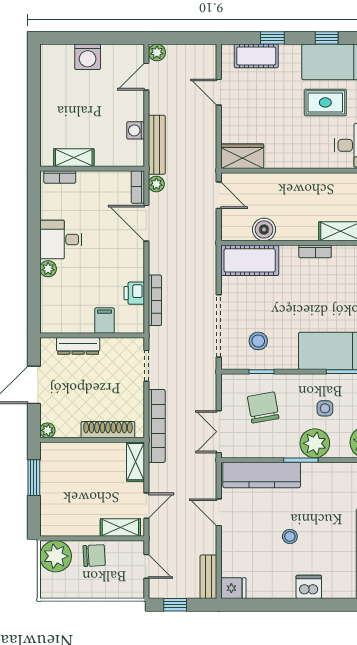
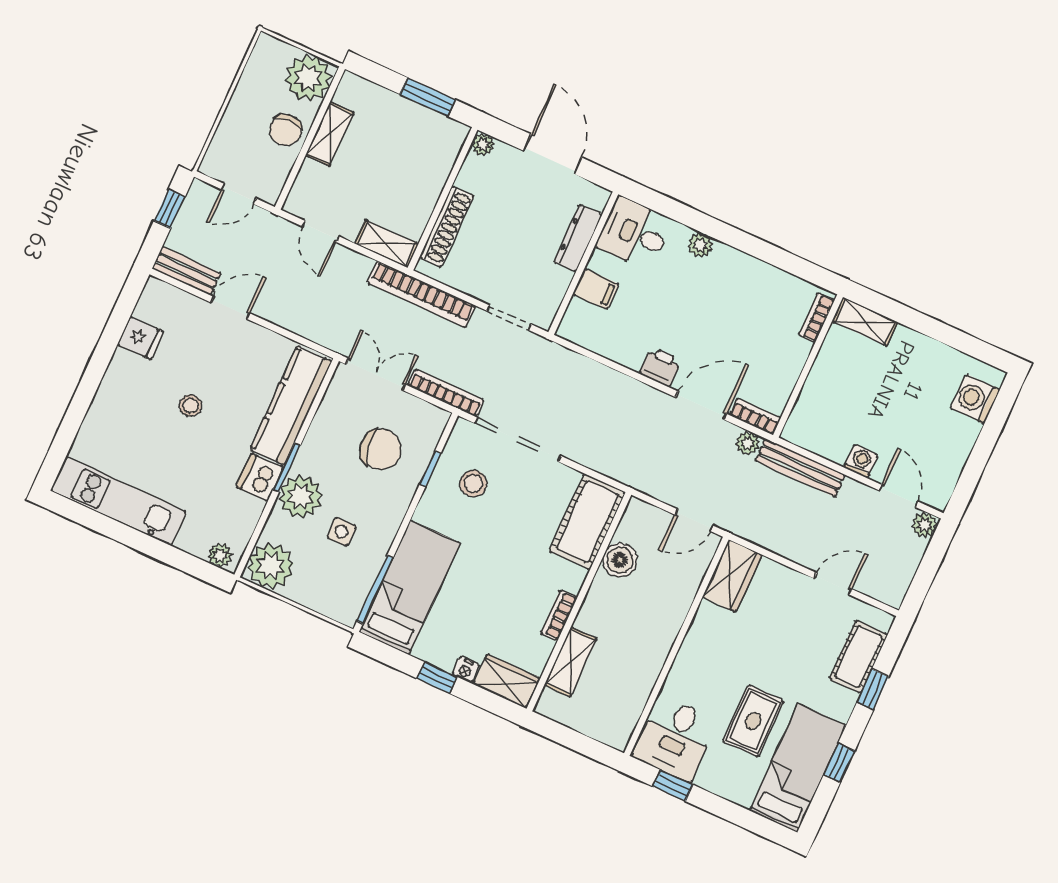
washing machine: (88, 57) -> (975, 399), moved
washing machine: (136, 130) -> (861, 461), moved
shelving: (74, 158) -> (865, 322), moved, turned 90
desk: (61, 239) -> (634, 233), moved, turned -90
printer: (134, 293) -> (660, 367), moved
bookcase: (155, 300) -> (446, 393), moved, turned 180
door: (219, 512) -> (230, 308), moved
shelving: (120, 527) -> (330, 134), moved
dishwasher: (309, 587) -> (260, 477), moved, turned 180
fridge: (233, 588) -> (141, 338), moved, turned -90

